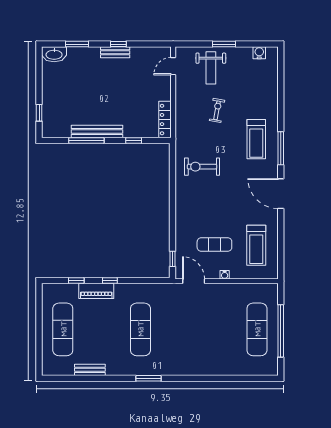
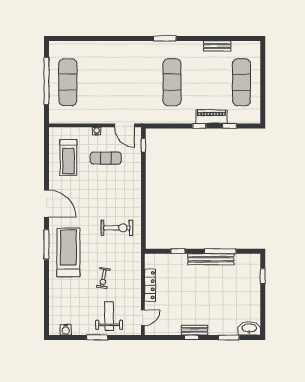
locker: (165, 120) -> (150, 285), moved
treadmill: (256, 139) -> (68, 252), width x1.37, depth x1.38
treadmill: (256, 245) -> (68, 157), turned 180

